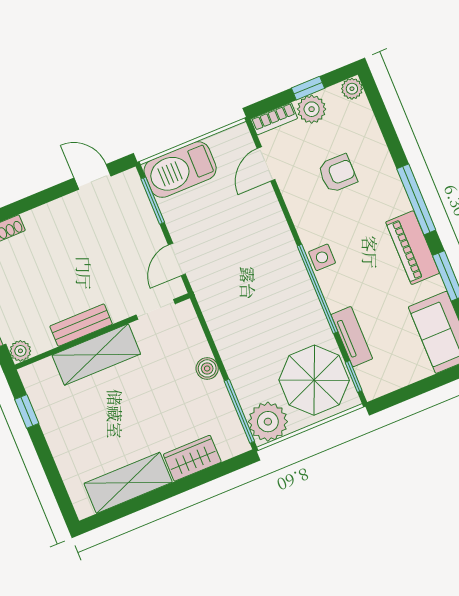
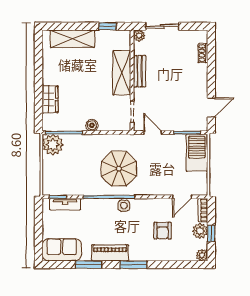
door: (266, 164) -> (182, 197), swing flipped
window: (416, 199) -> (133, 265), width x0.69
tv unit: (352, 337) -> (65, 204), moved
parasol: (314, 380) -> (119, 169), moved
shelving: (128, 483) -> (72, 39), moved, turned 90

